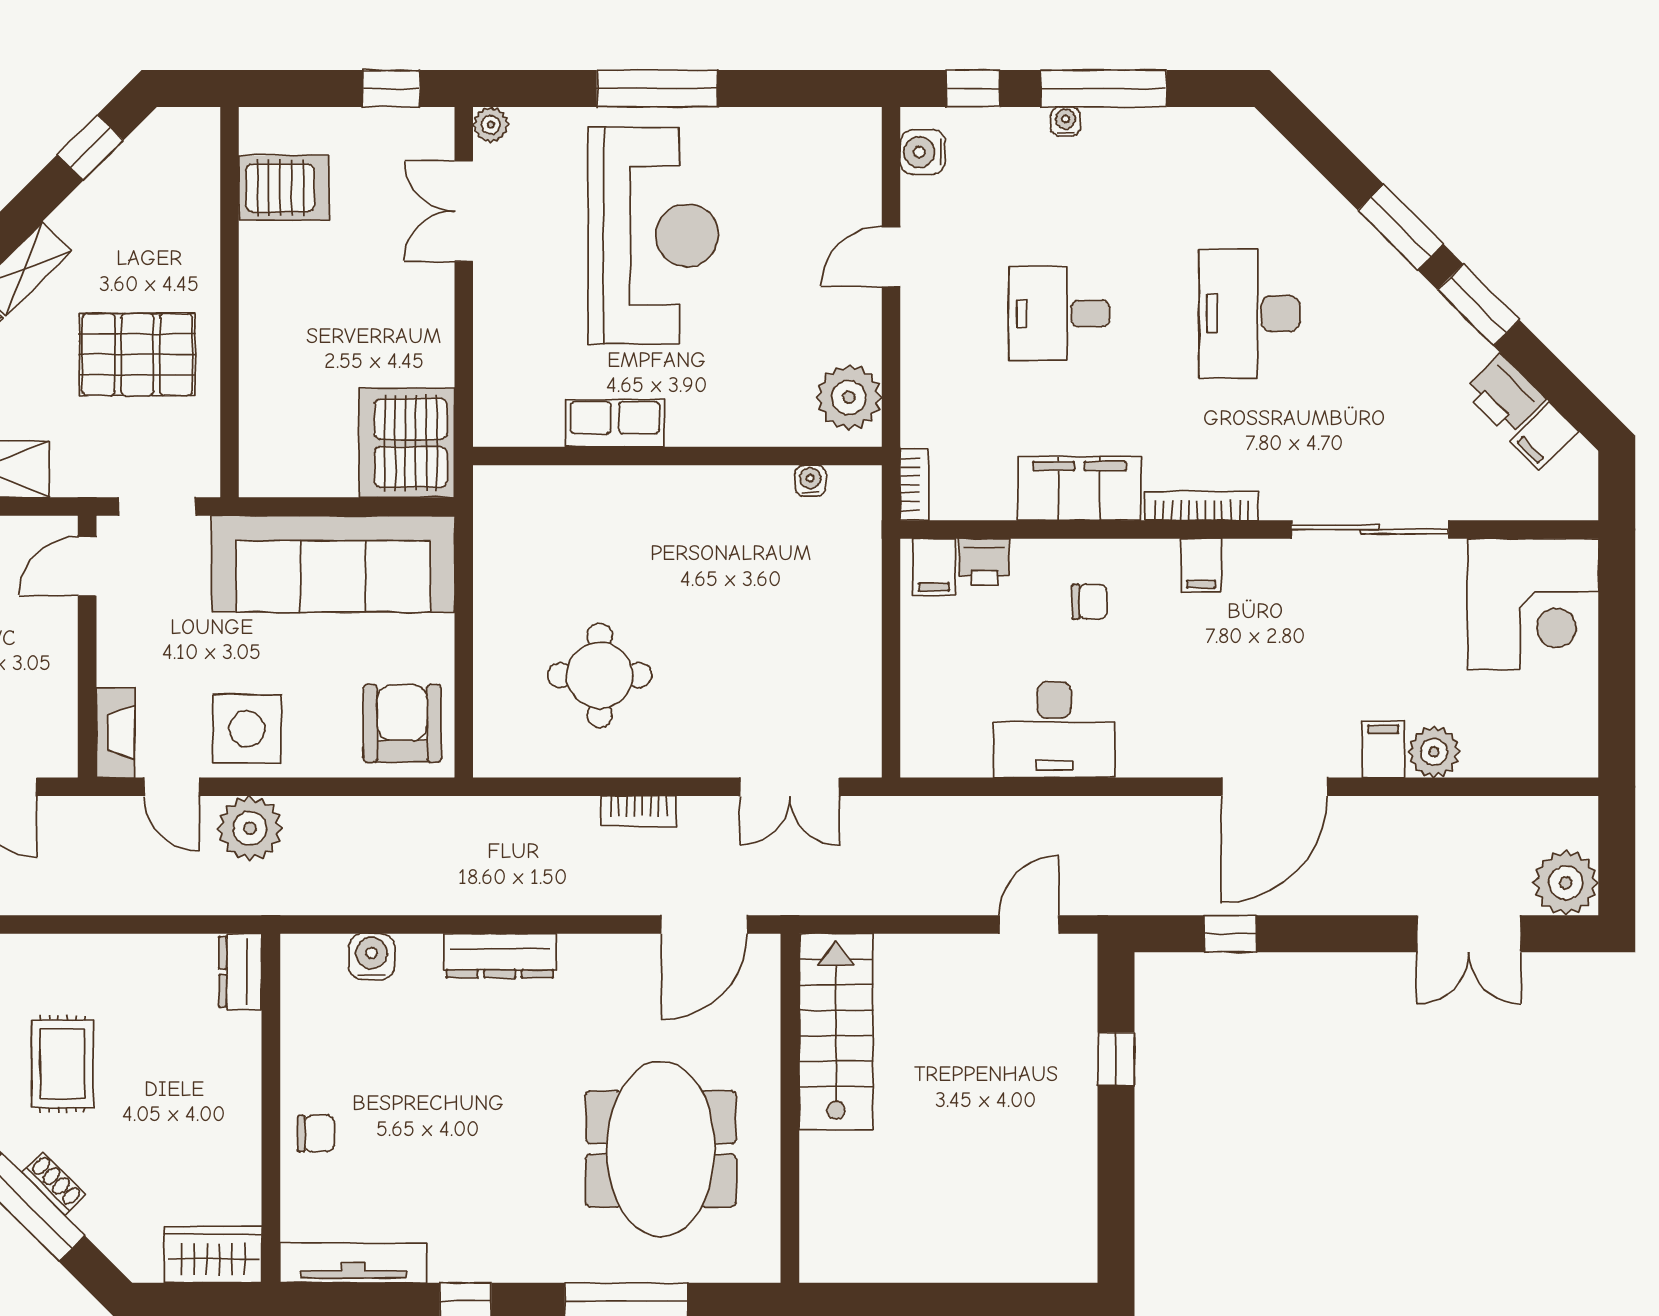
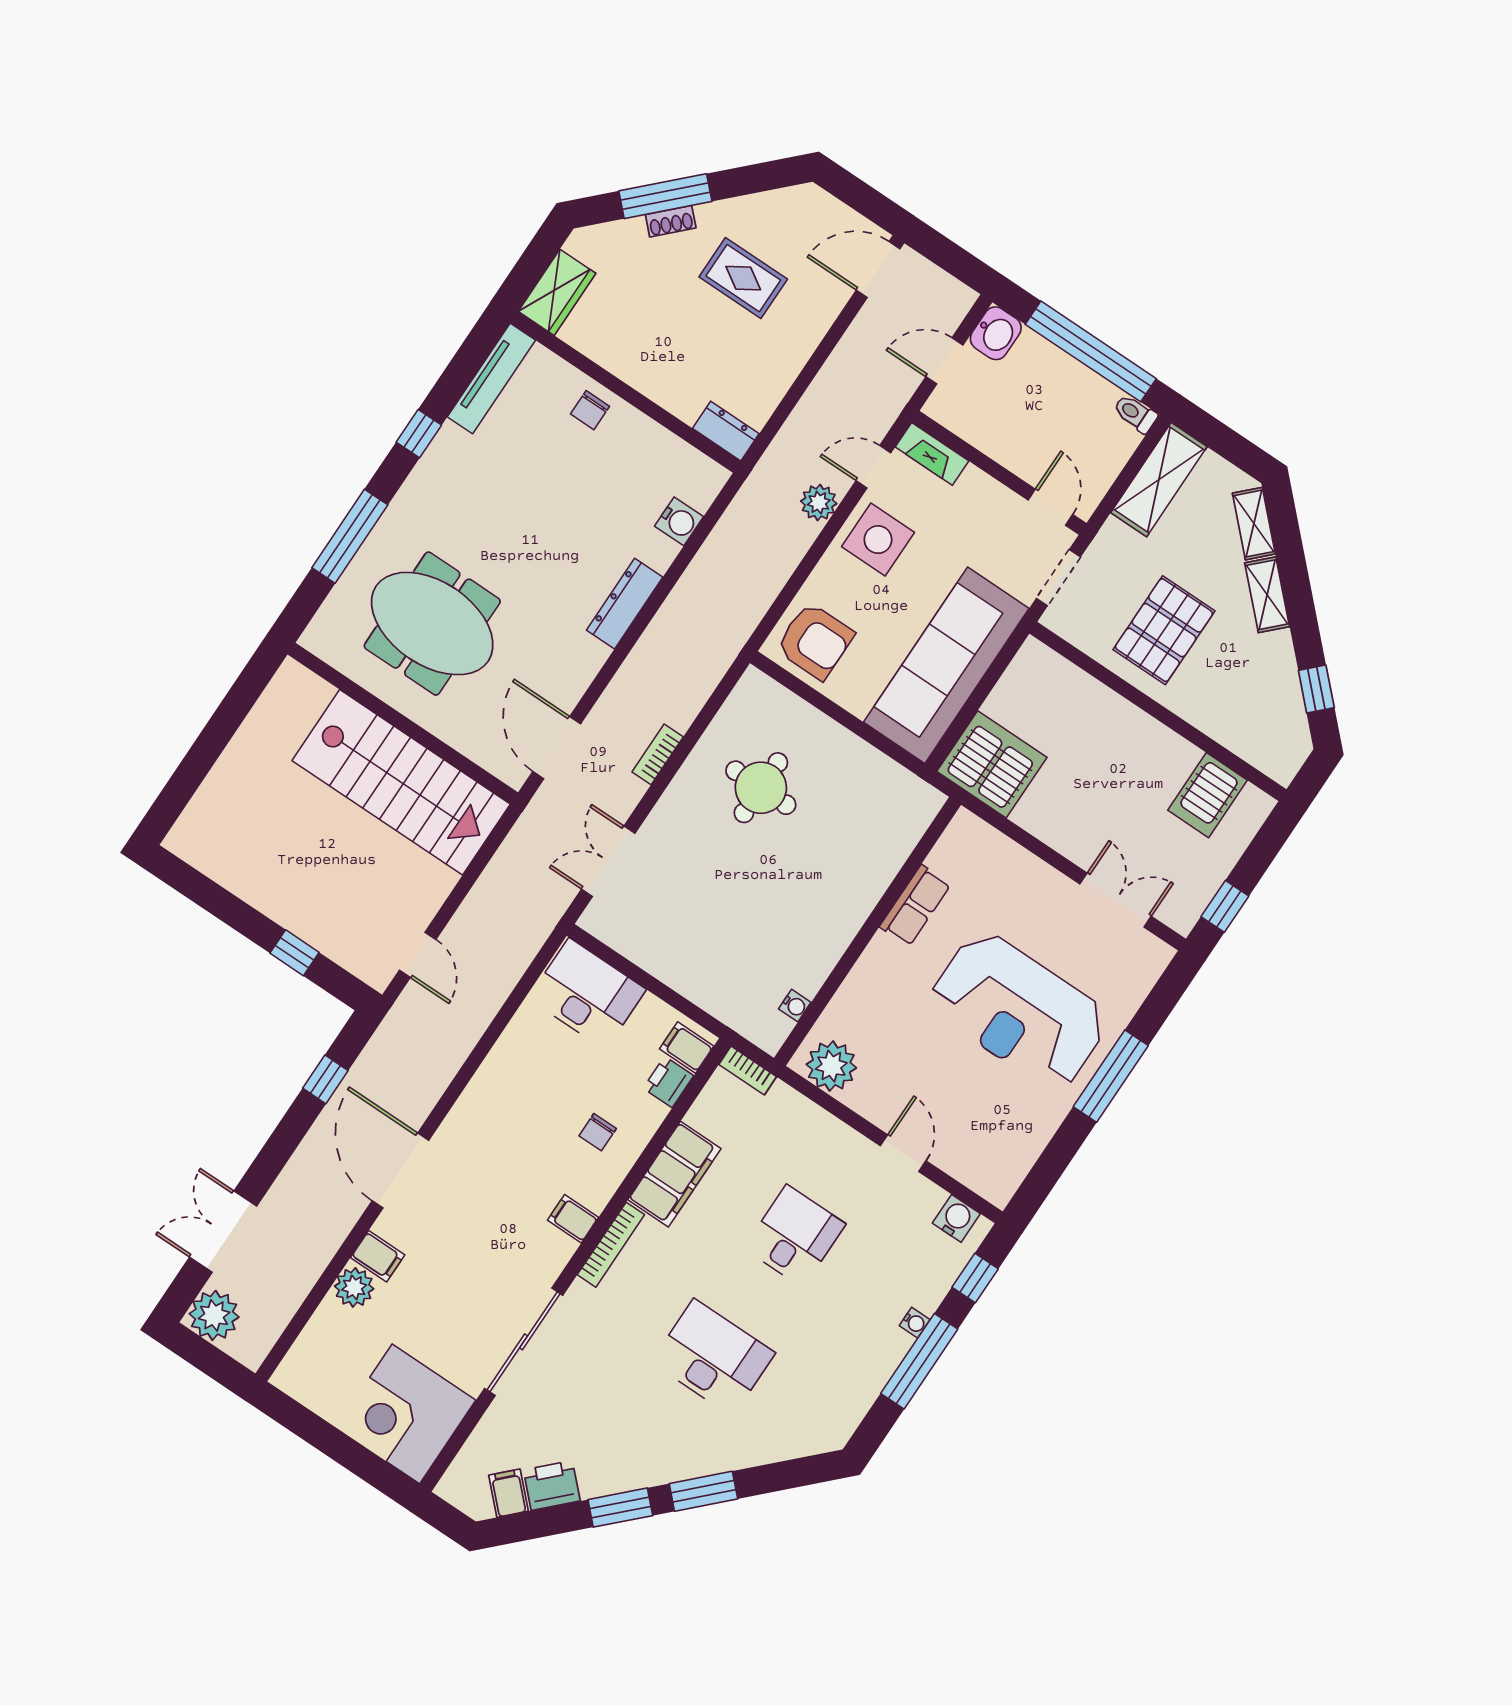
plant: (491, 125) -> (1159, 954), removed
desk: (1054, 730) -> (587, 994), moved, turned 90
plant: (250, 828) -> (819, 502), width x0.73, depth x0.73
stairs: (836, 1032) -> (401, 782), width x1.36, depth x1.51

